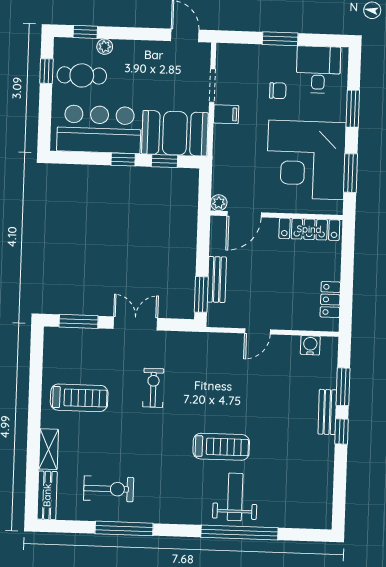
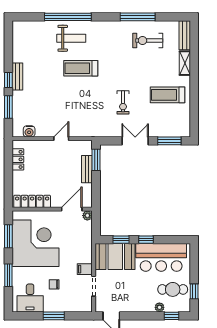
double door: (135, 323) -> (135, 141), swing flipped
bench: (327, 412) -> (17, 76), moved
weight bench: (235, 497) -> (71, 38), turned -90

